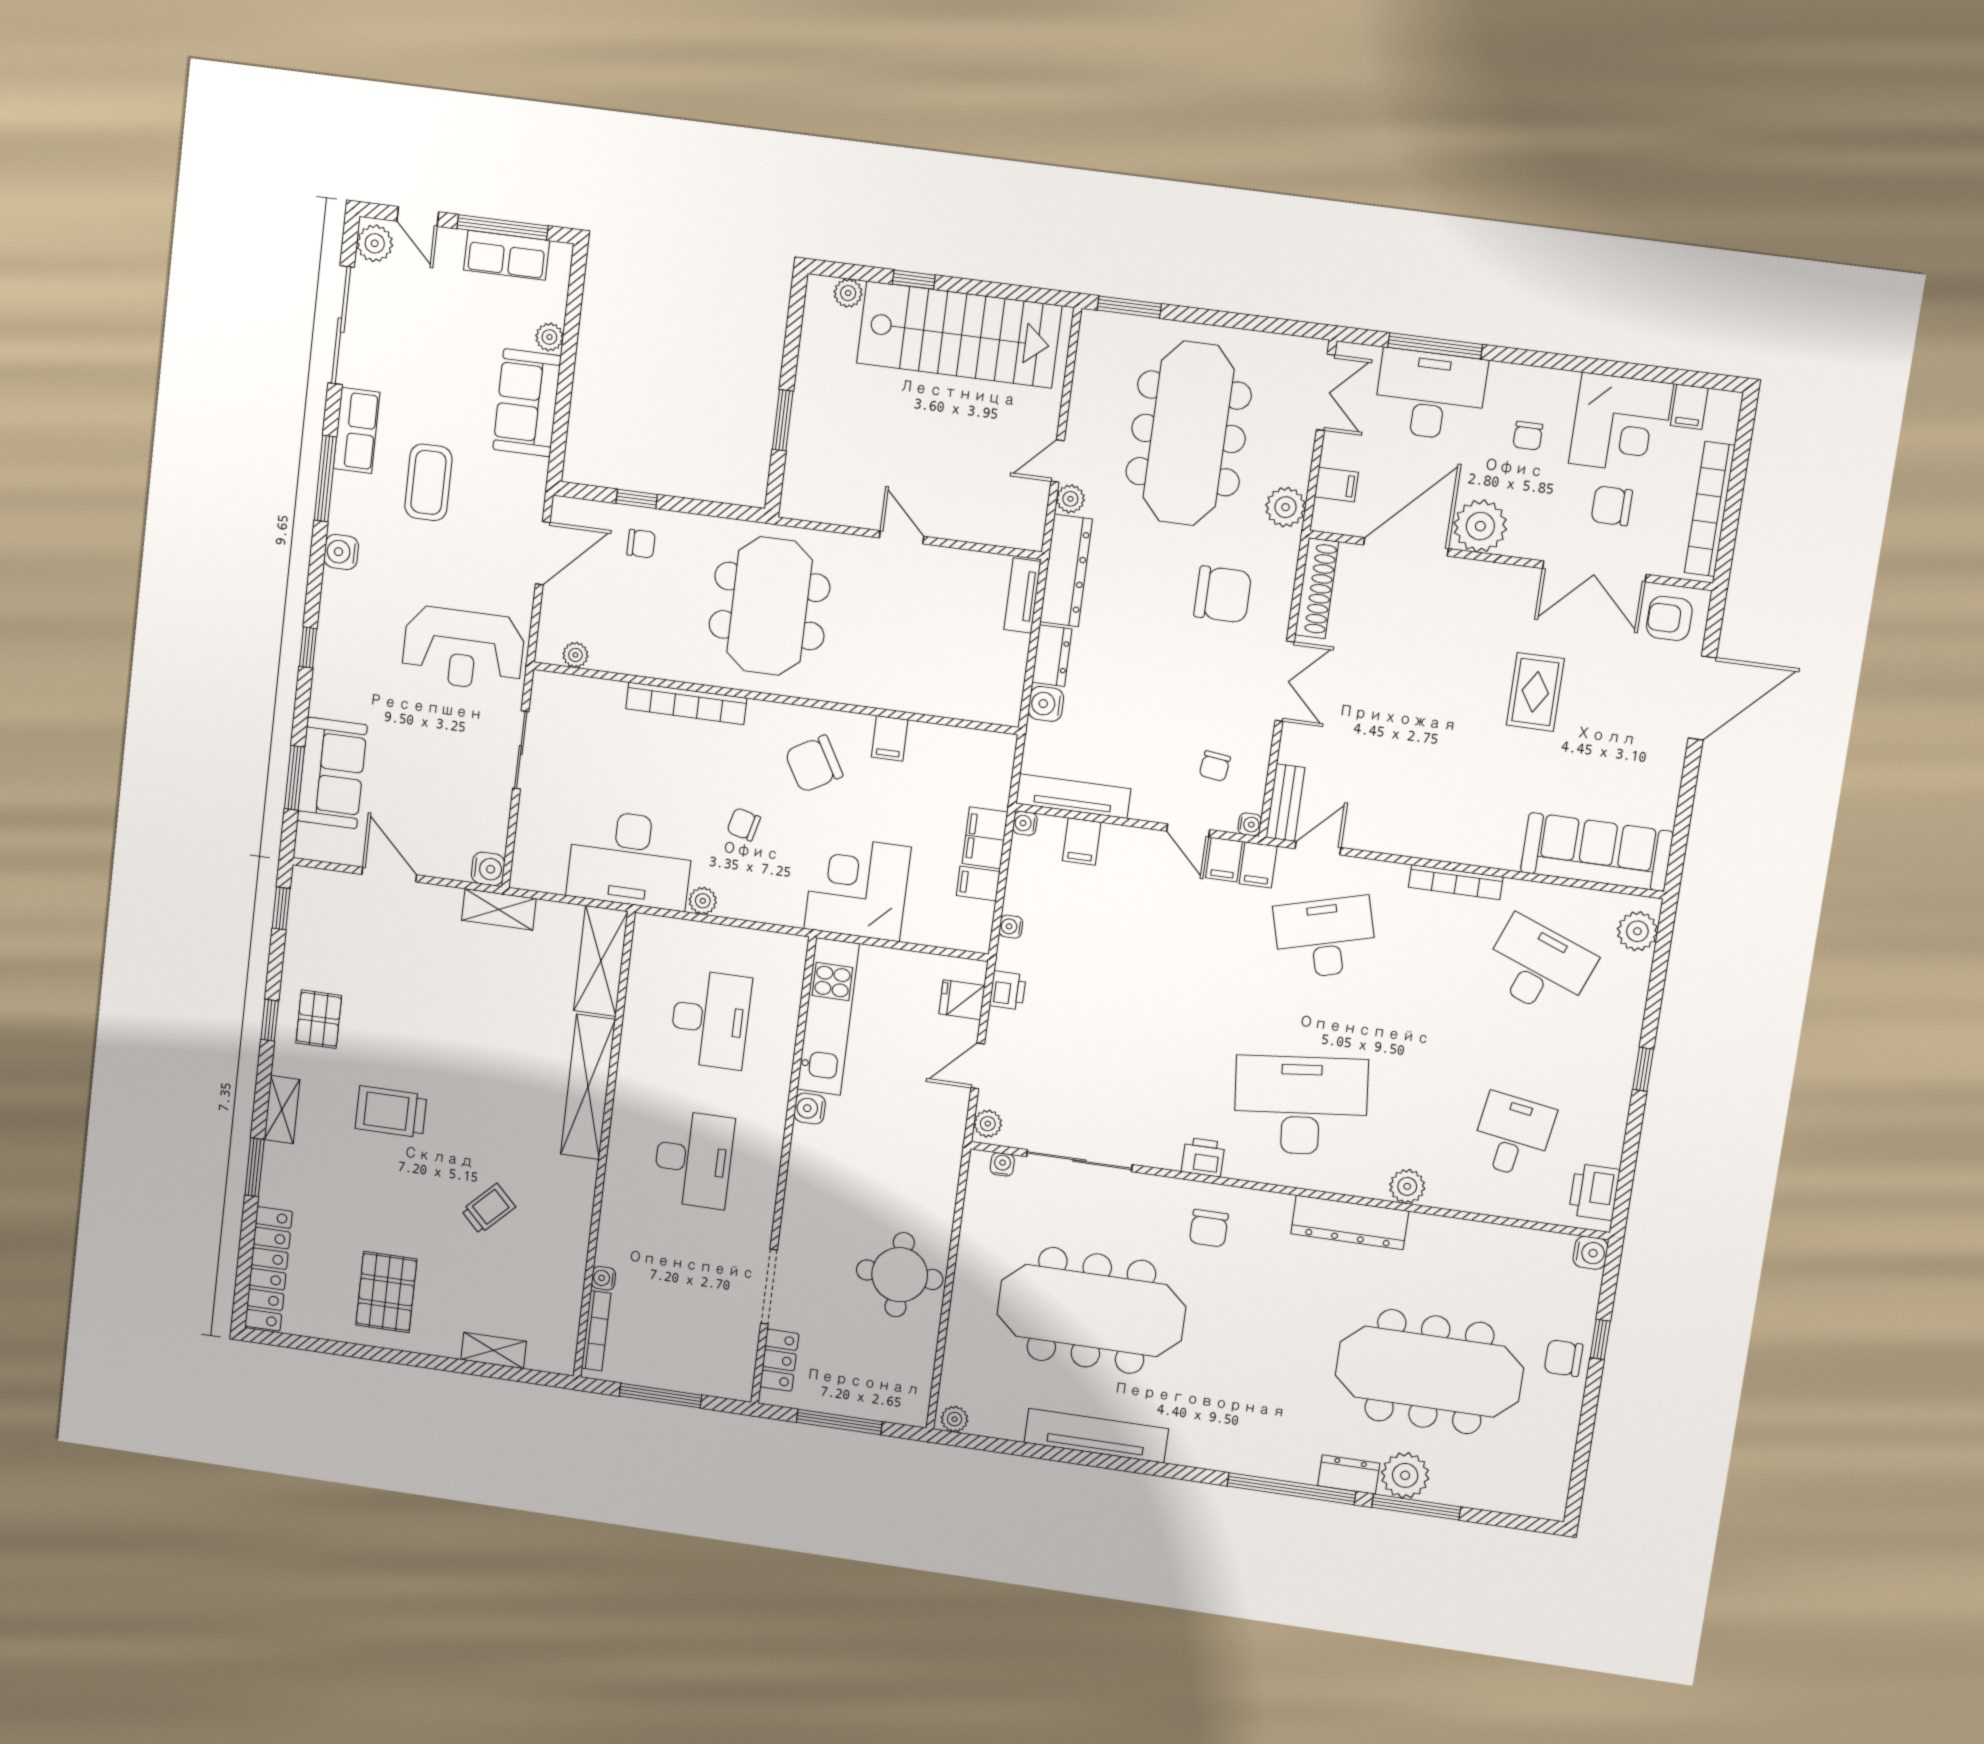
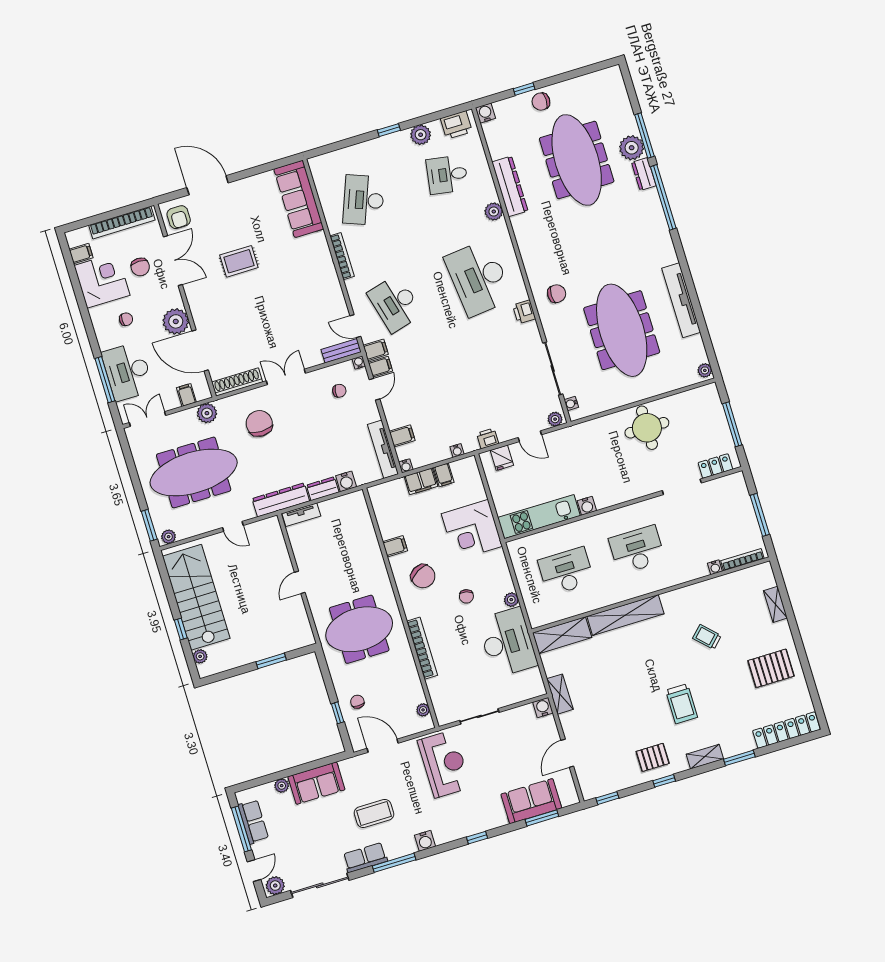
plant: (1070, 499) -> (169, 537), moved
plant: (1637, 931) -> (421, 135), moved
dresser: (1350, 1222) -> (510, 186), moved
chair: (1563, 1358) -> (541, 102), turned 90

